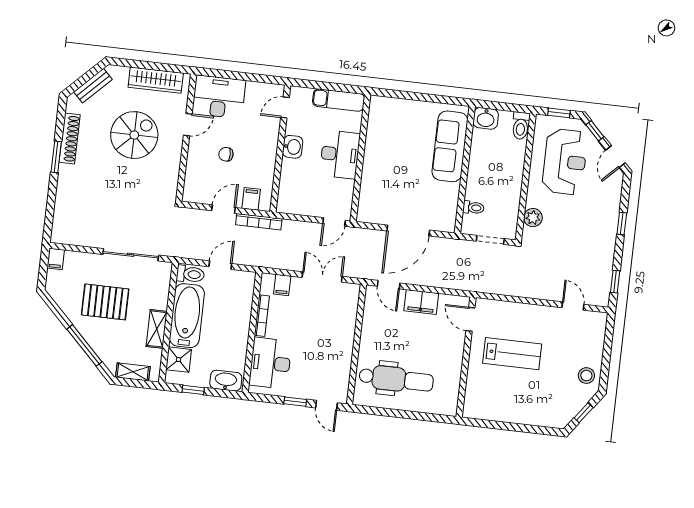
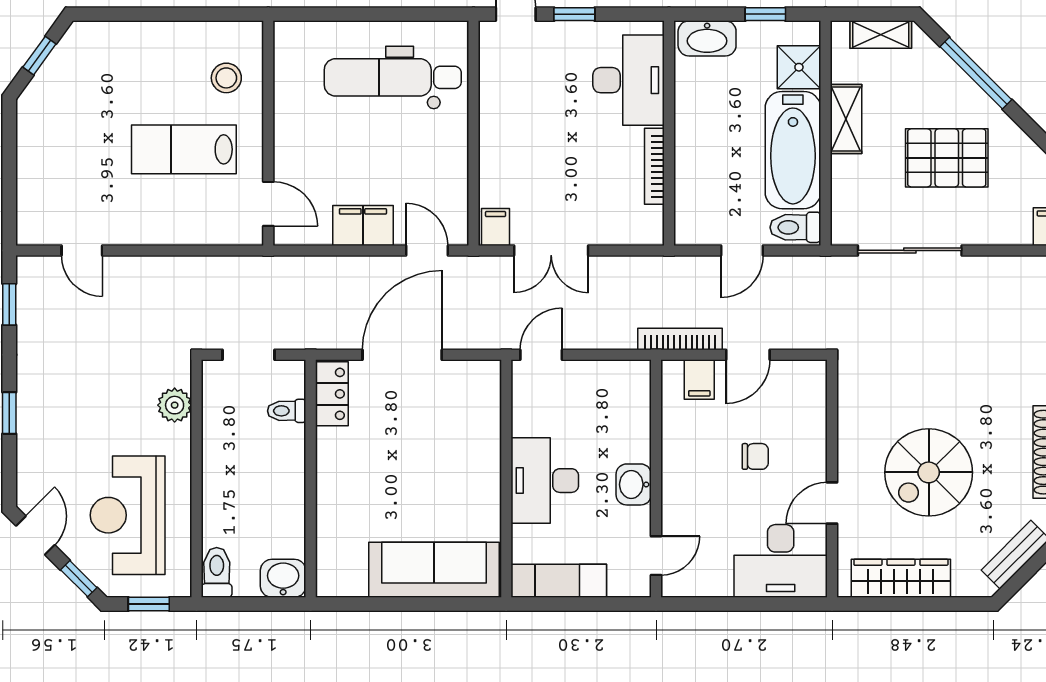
sofa: (450, 146) -> (434, 570), moved, turned -90
locker: (448, 214) -> (332, 394), added
filing cabinet: (282, 285) -> (496, 227), moved
stool: (586, 376) -> (226, 78), moved

